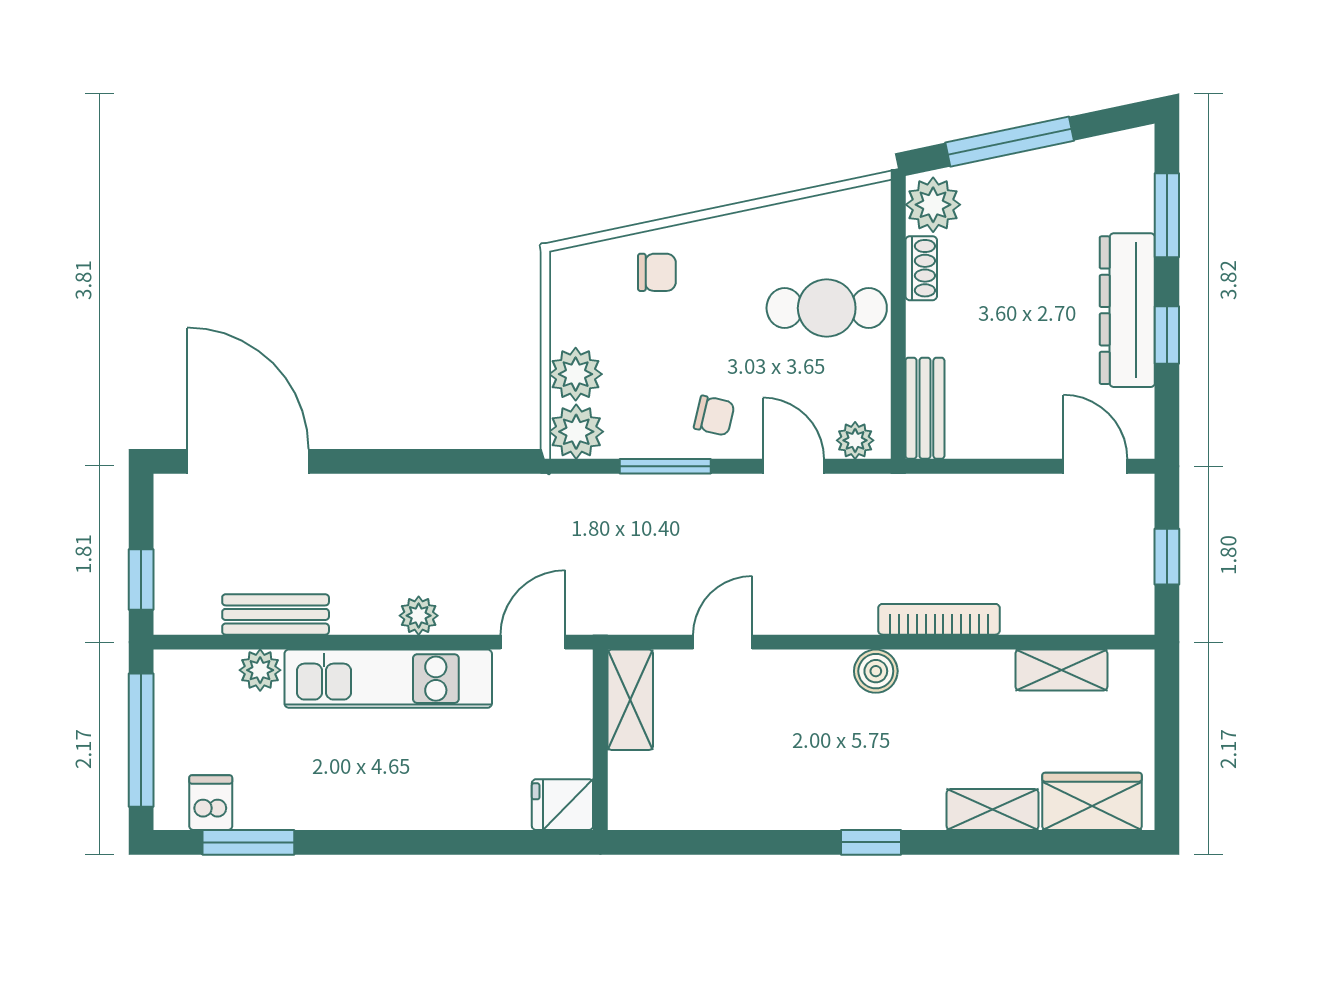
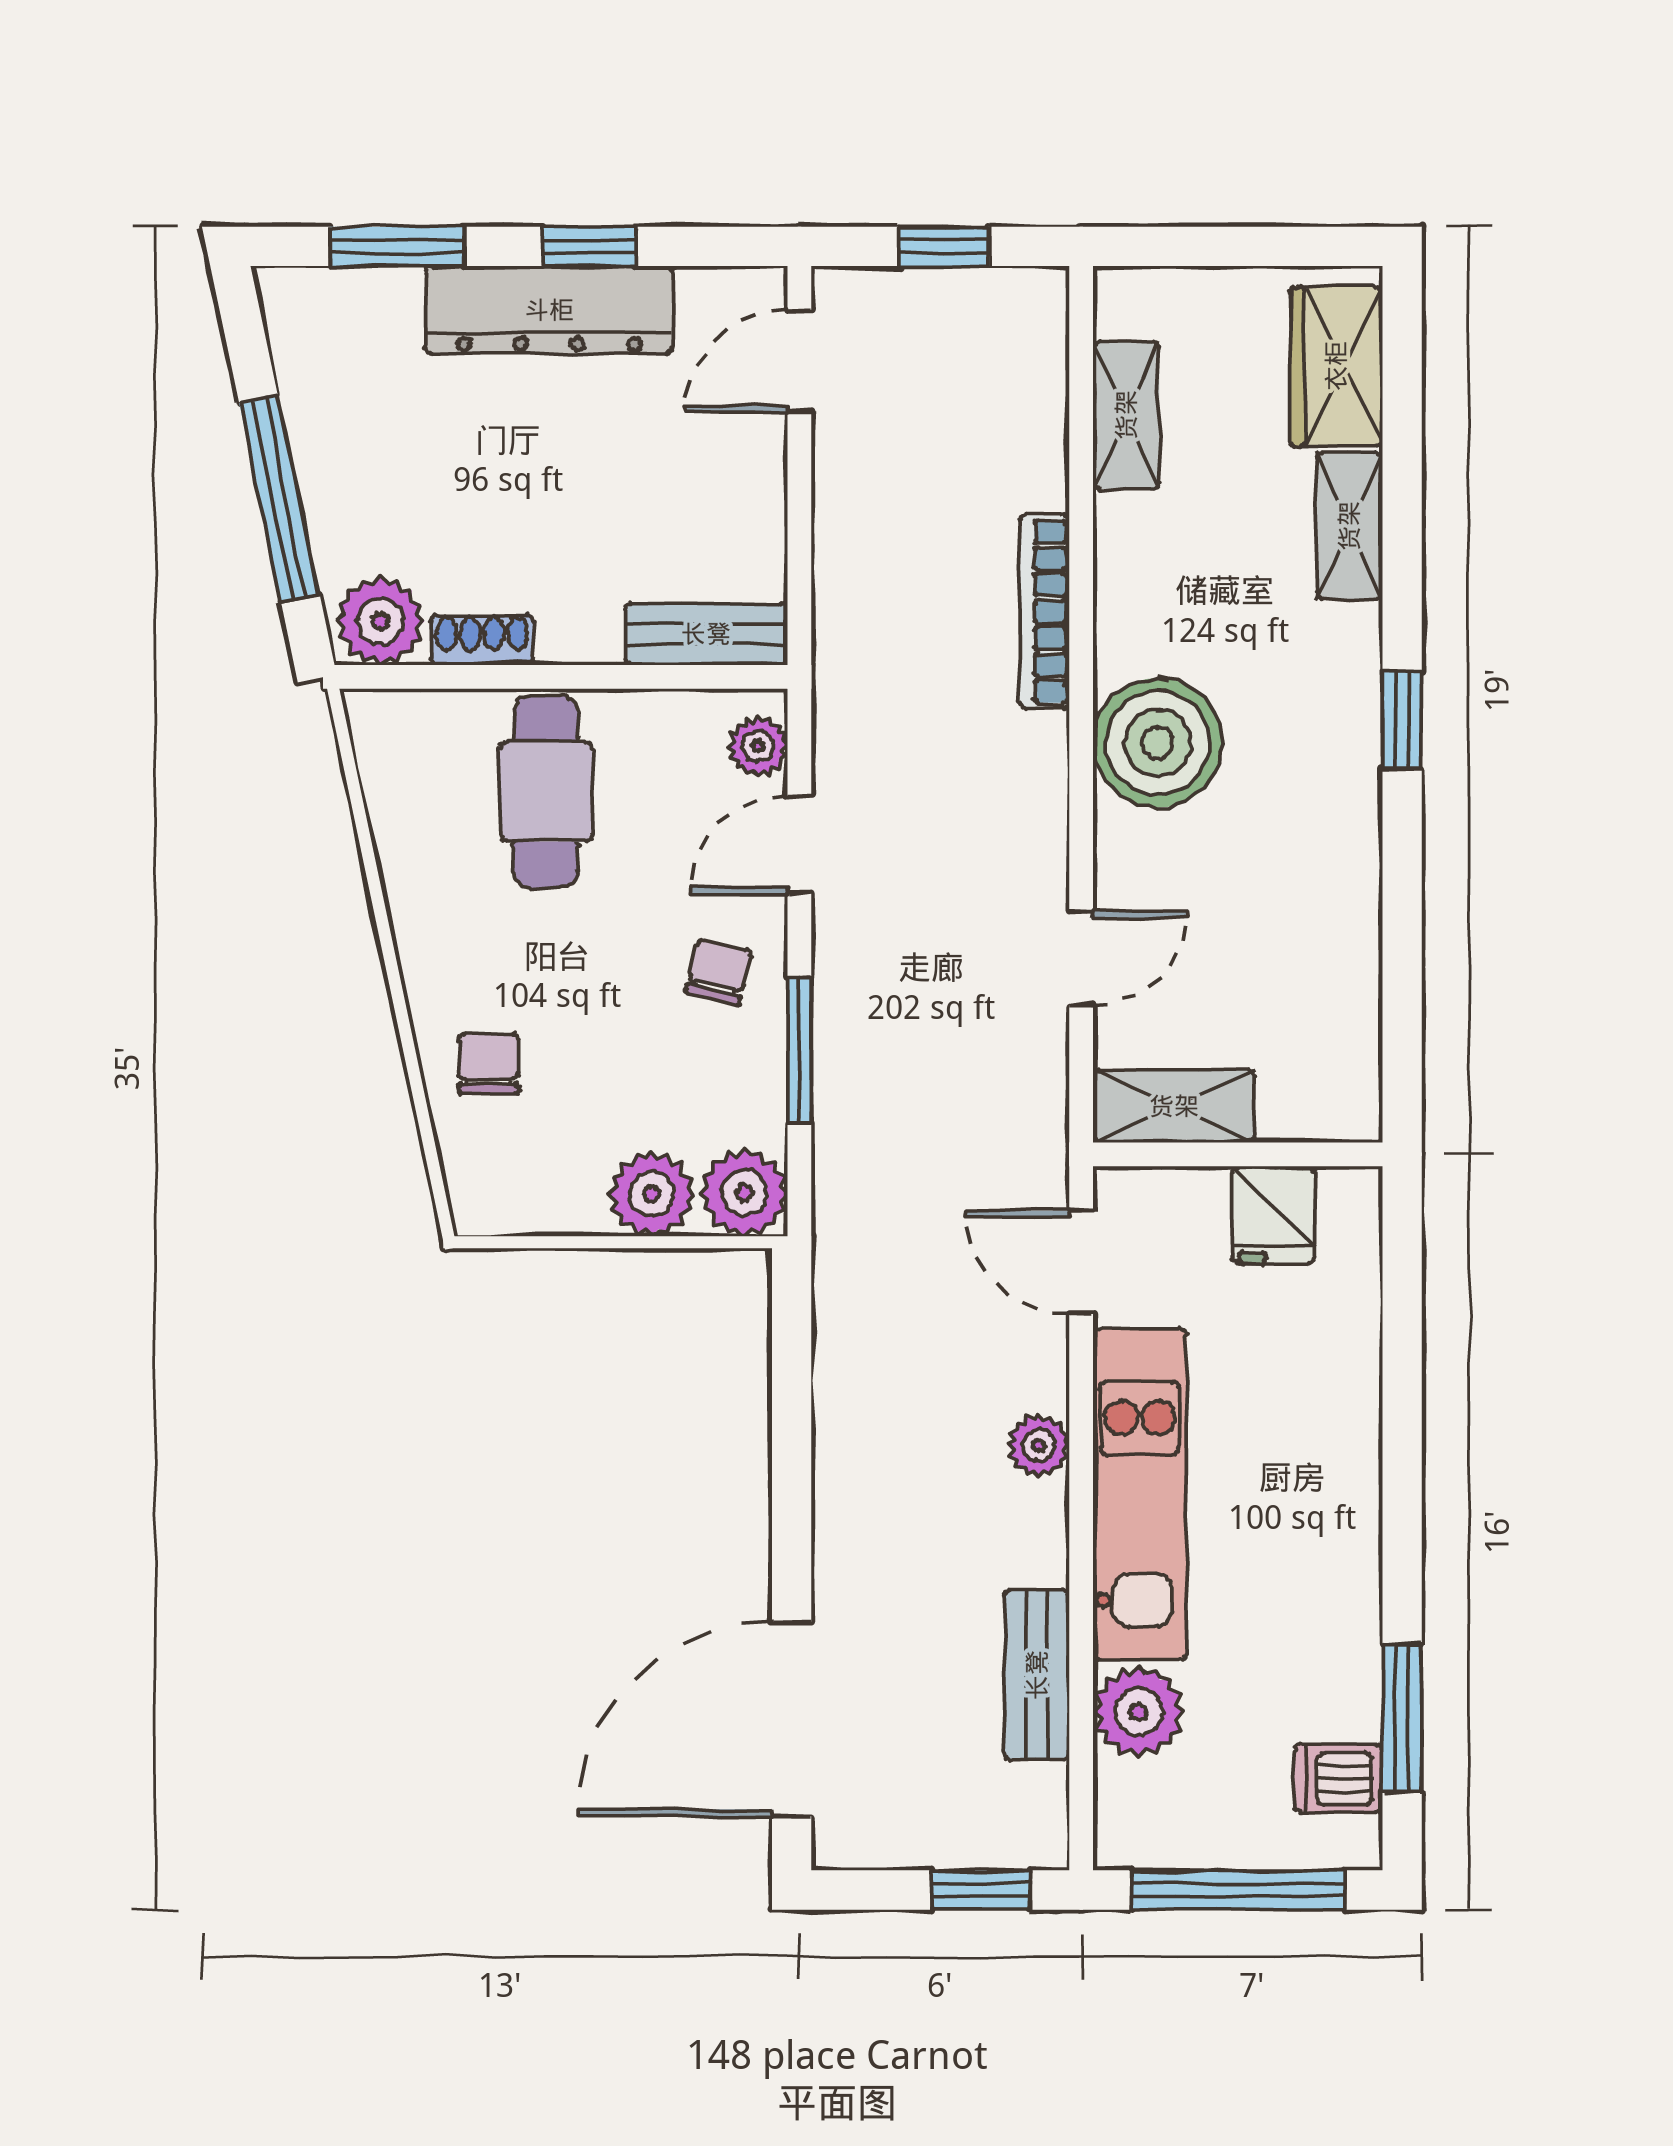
door: (723, 642) -> (1081, 958), swing flipped
plant: (260, 670) -> (1138, 1712), width x1.38, depth x1.38
boiler: (876, 671) -> (1158, 743), width x1.86, depth x1.86
fridge: (562, 805) -> (1274, 1215), moved

